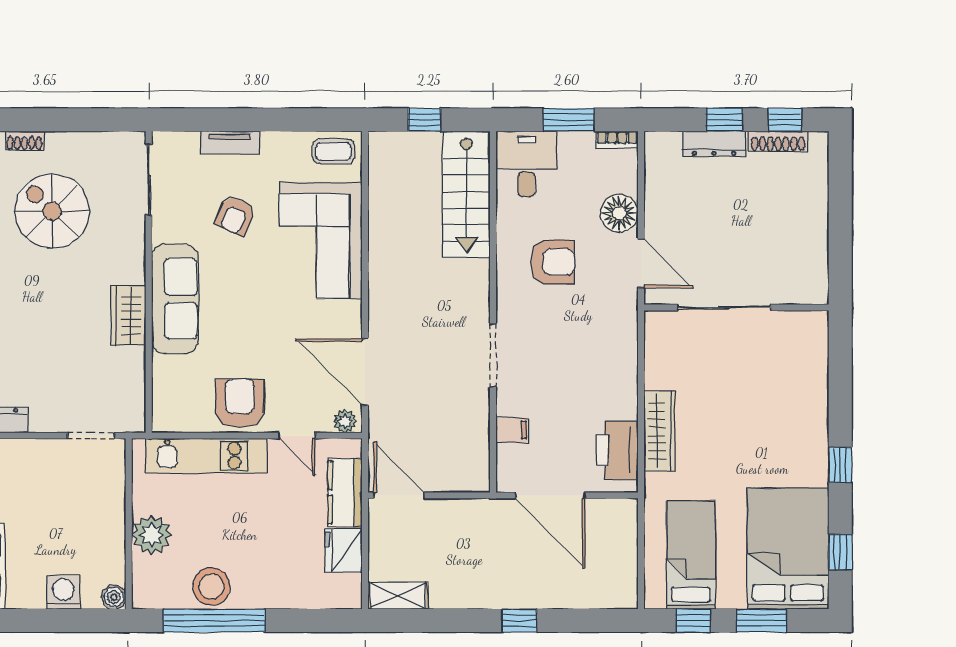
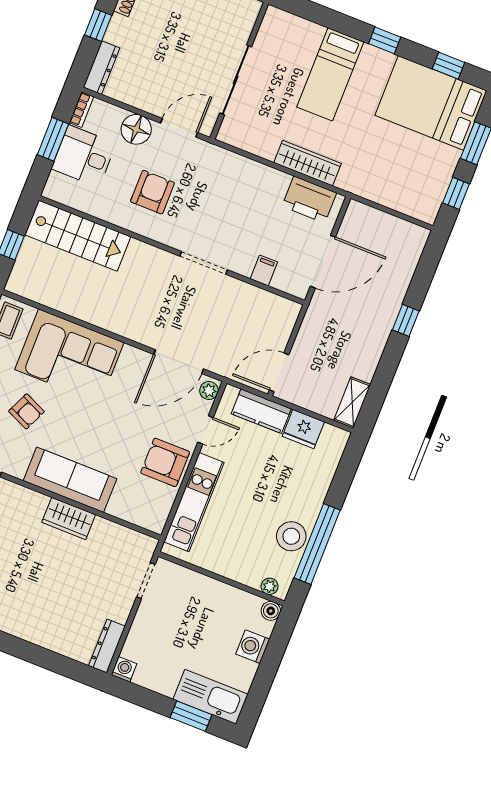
dresser: (714, 144) -> (102, 68), moved
desk: (526, 164) -> (84, 156), moved
plant: (151, 535) -> (270, 586), moved, width x0.53, depth x0.53
bed: (691, 555) -> (330, 74), moved, turned -90

